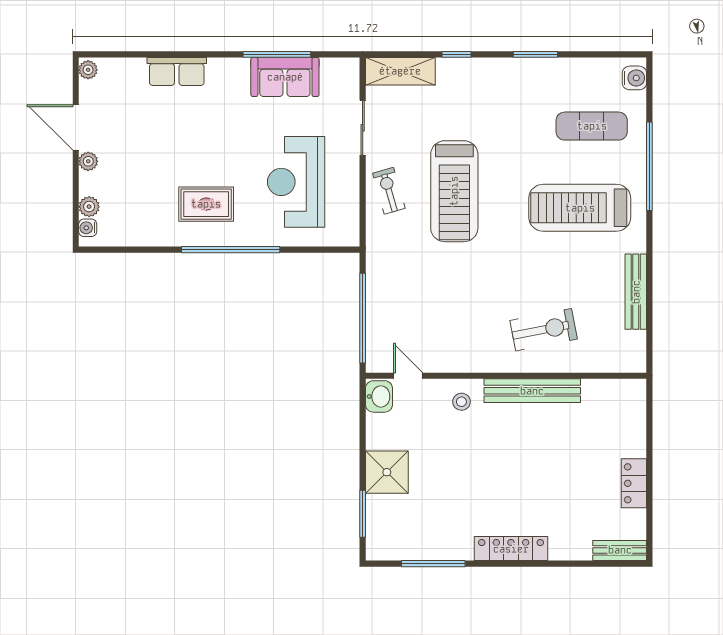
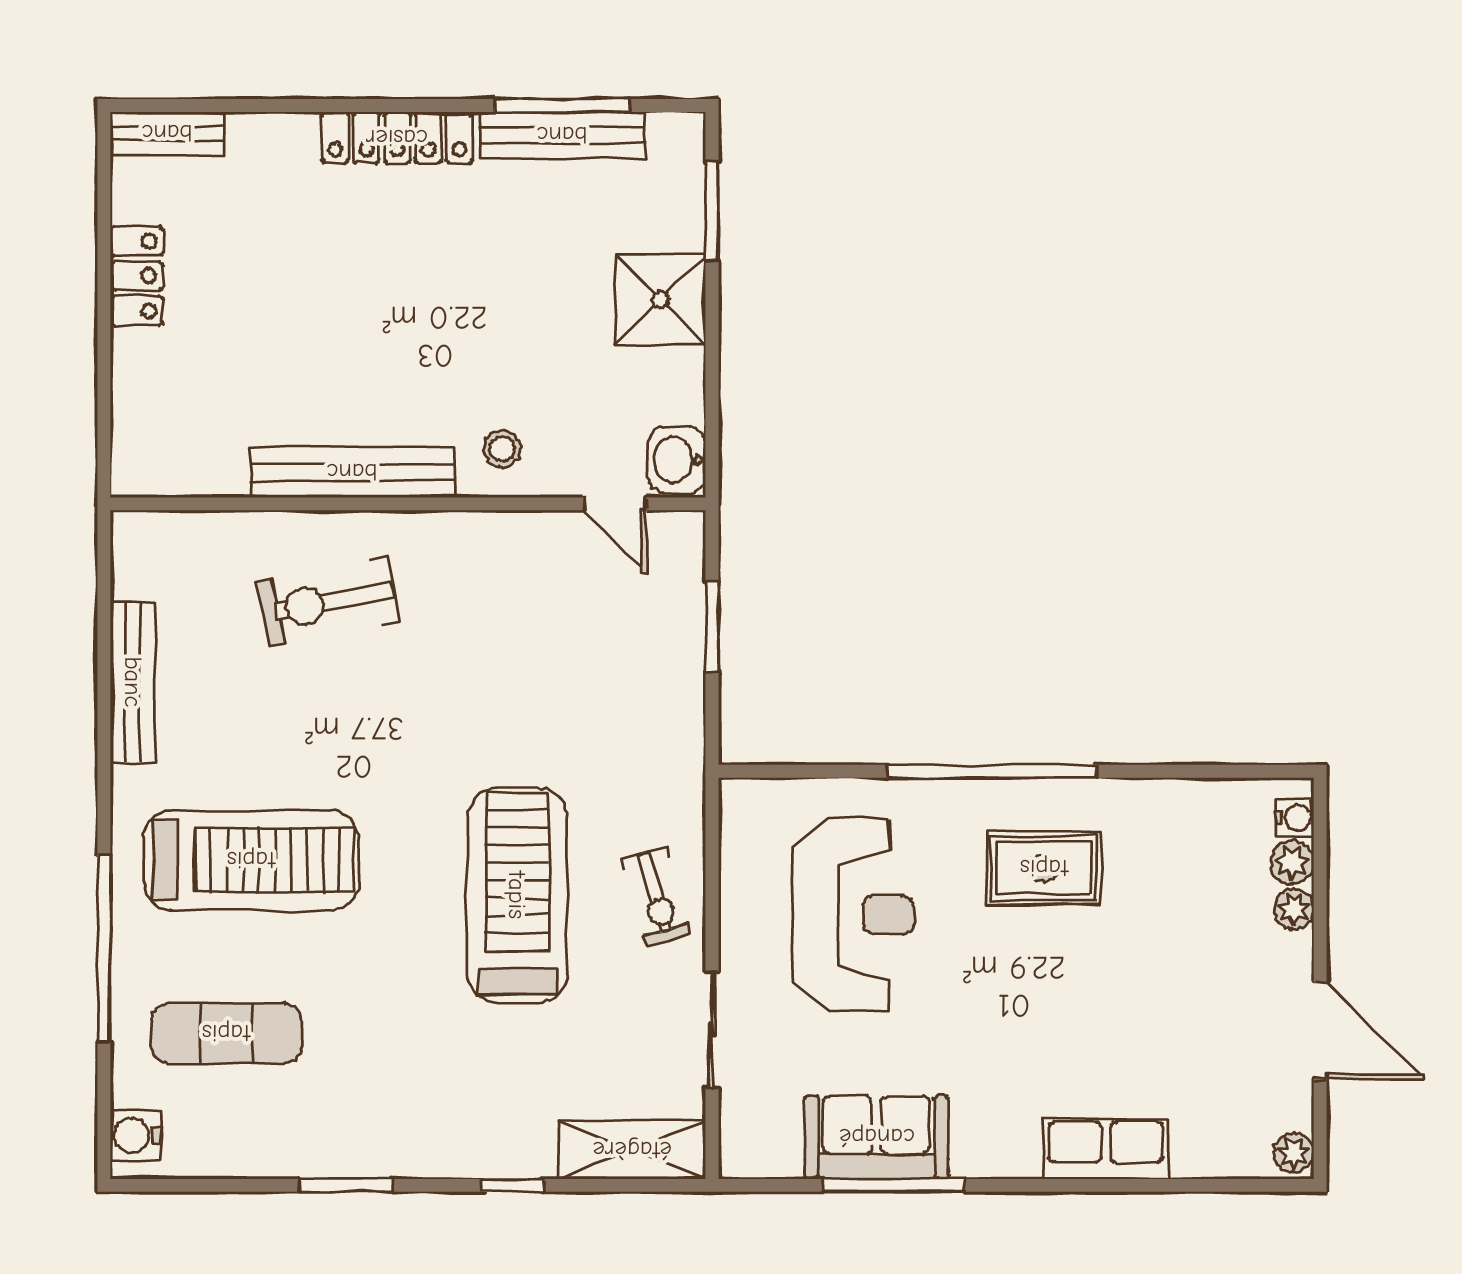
plant: (88, 161) -> (1294, 909), moved
window: (363, 318) -> (712, 626), width x0.47
bench: (433, 550) -> (562, 135), added

